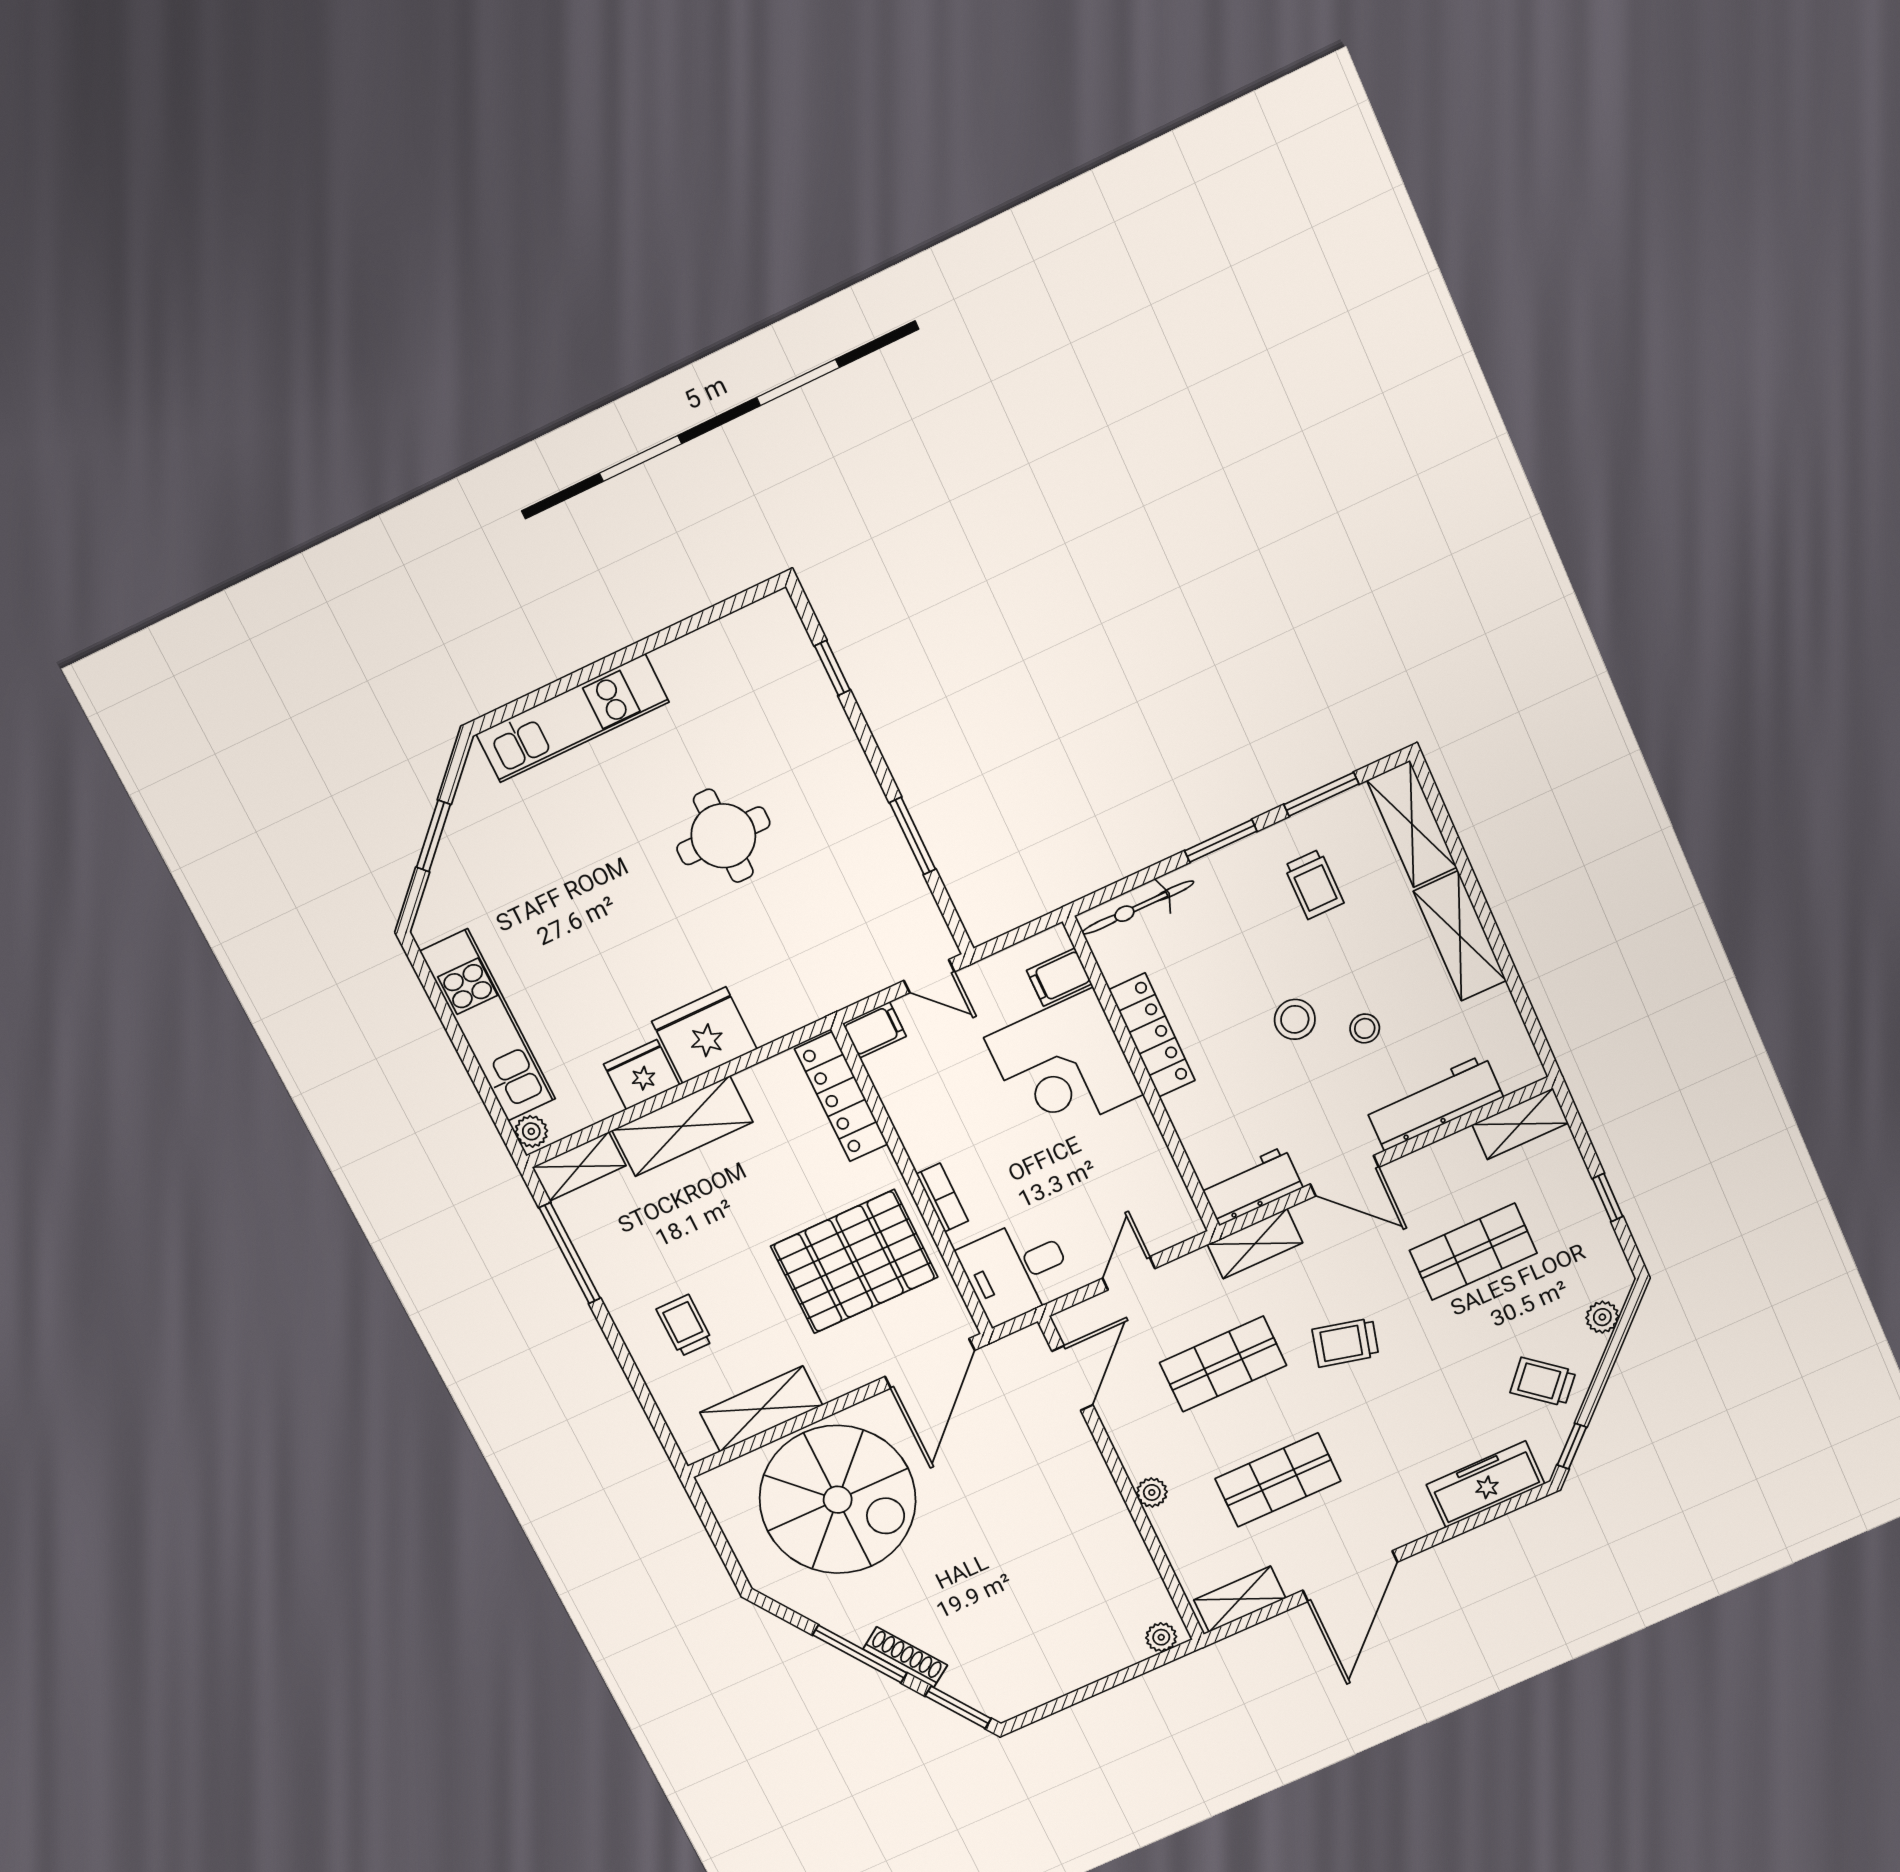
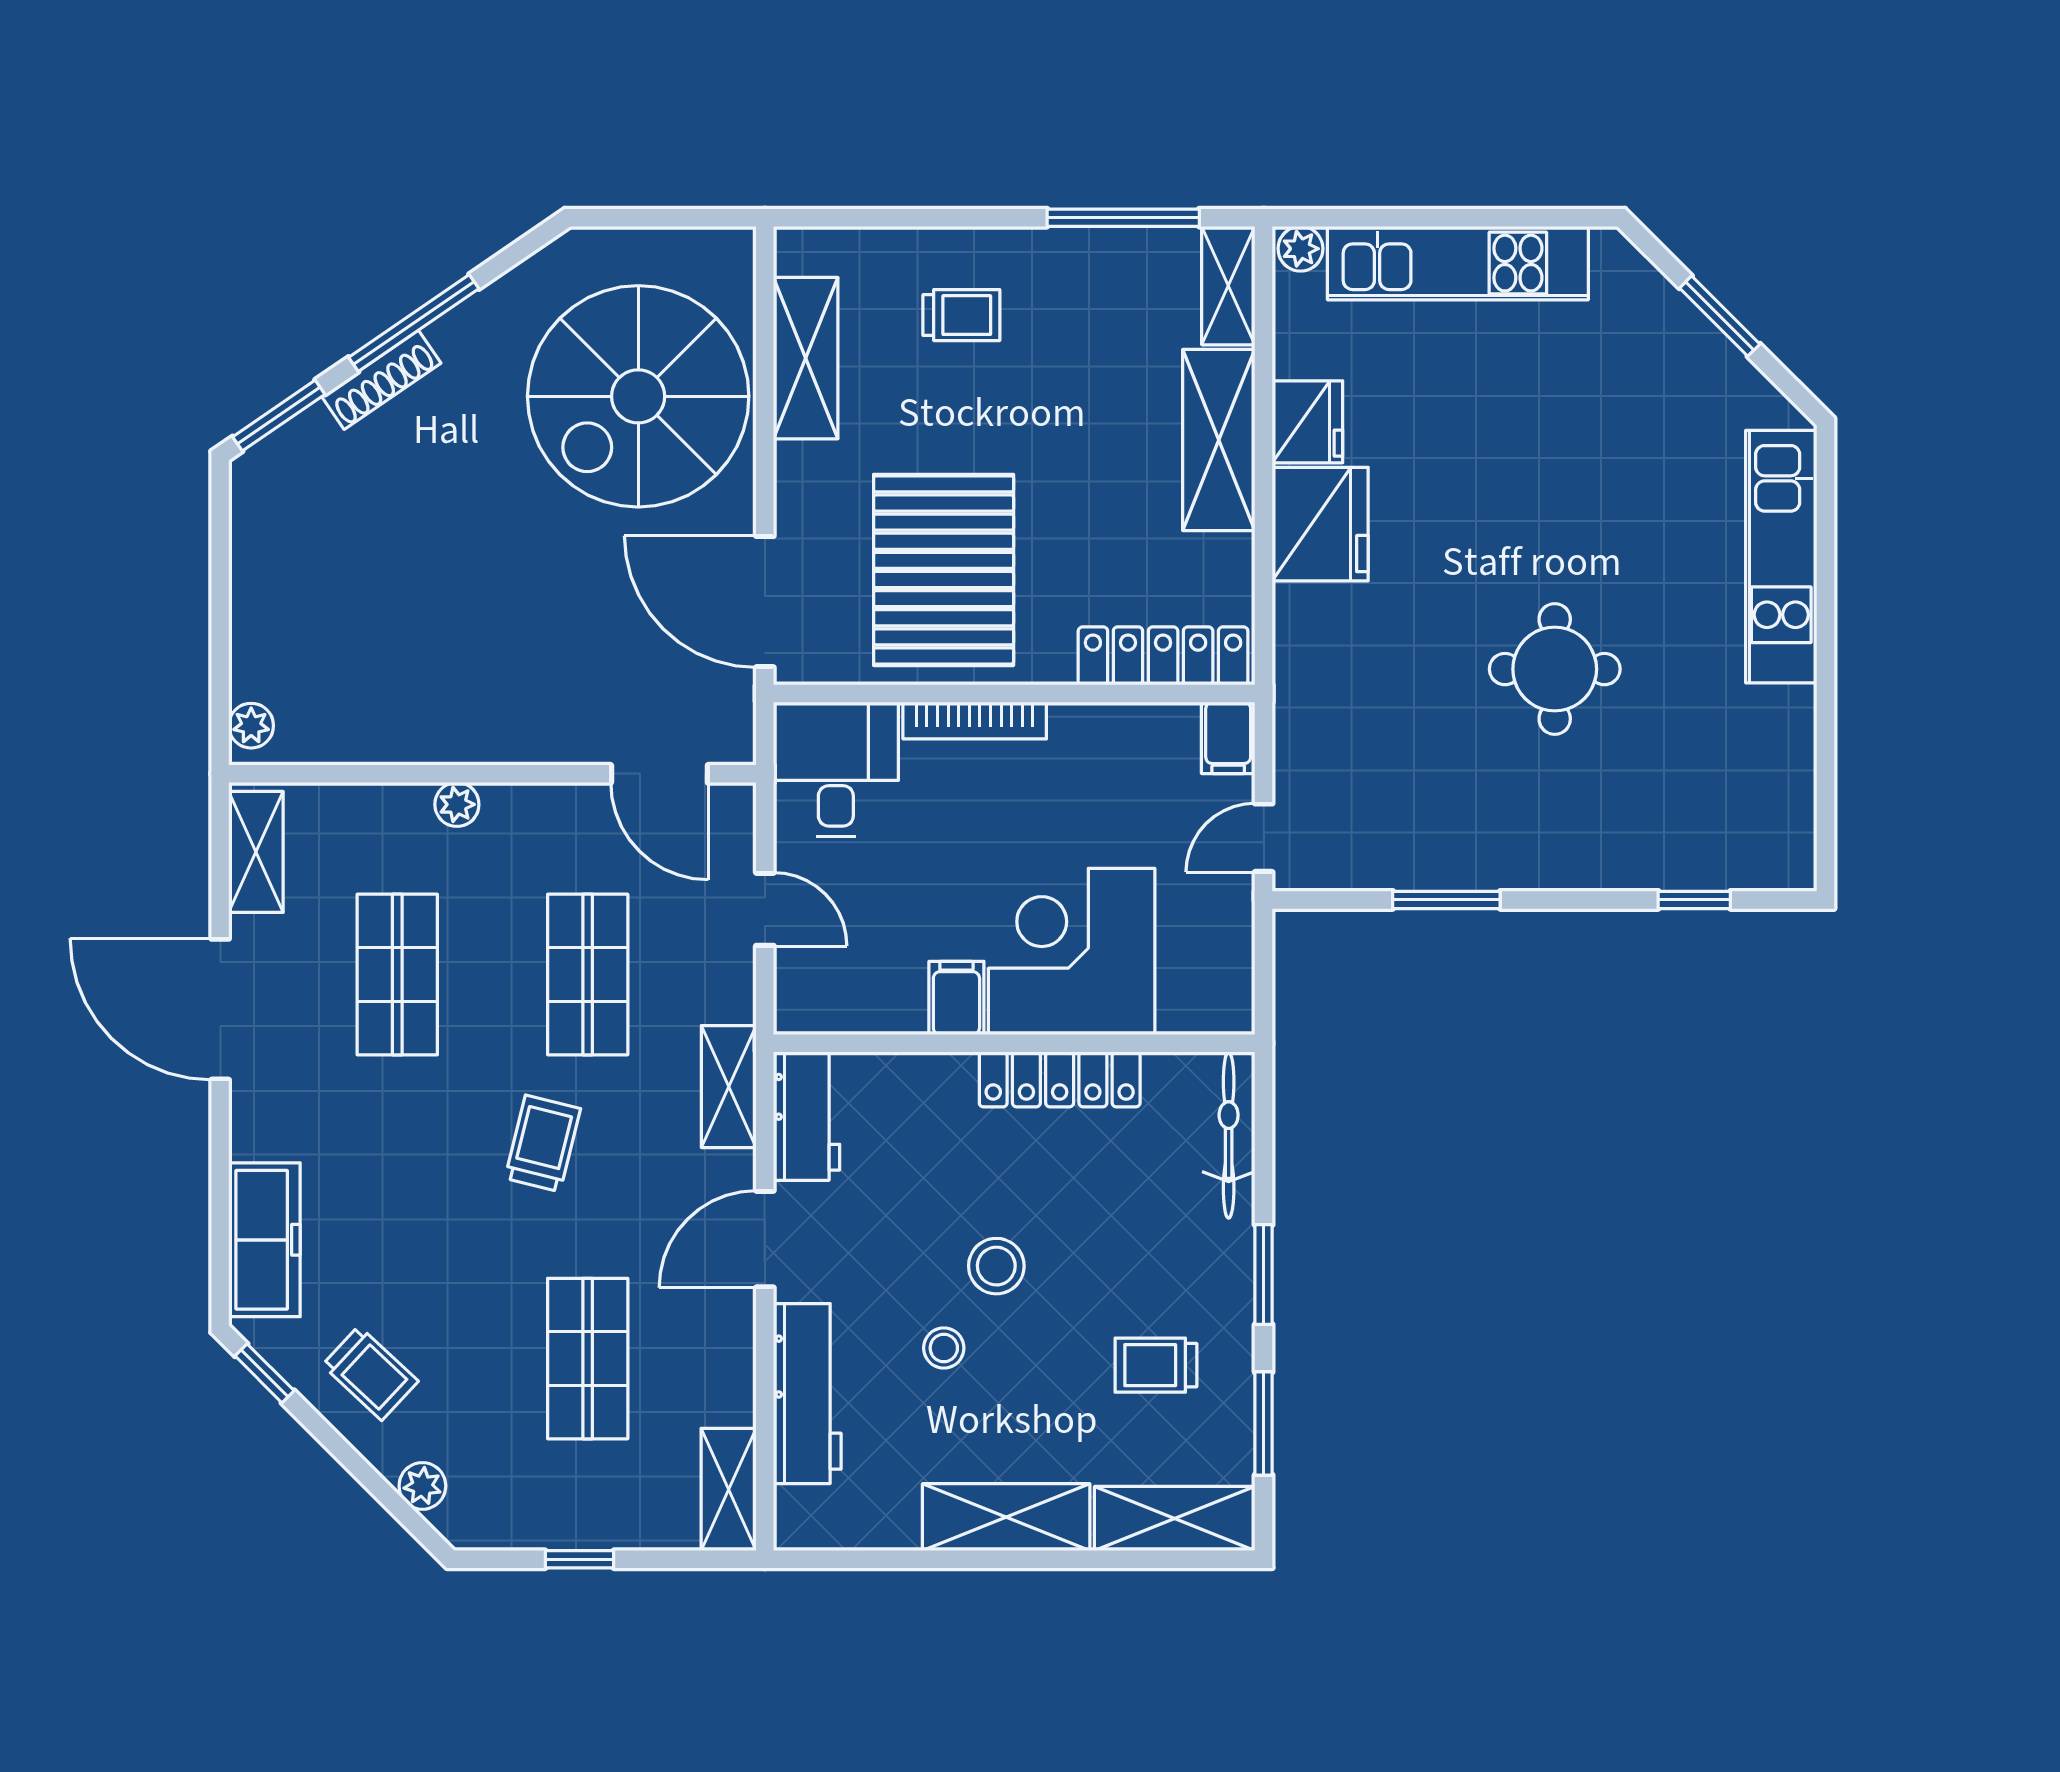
filing cabinet: (1059, 977) -> (956, 998), moved
bookcase: (942, 1197) -> (975, 721), width x1.56
trolley: (1543, 1382) -> (370, 1373), turned 93

